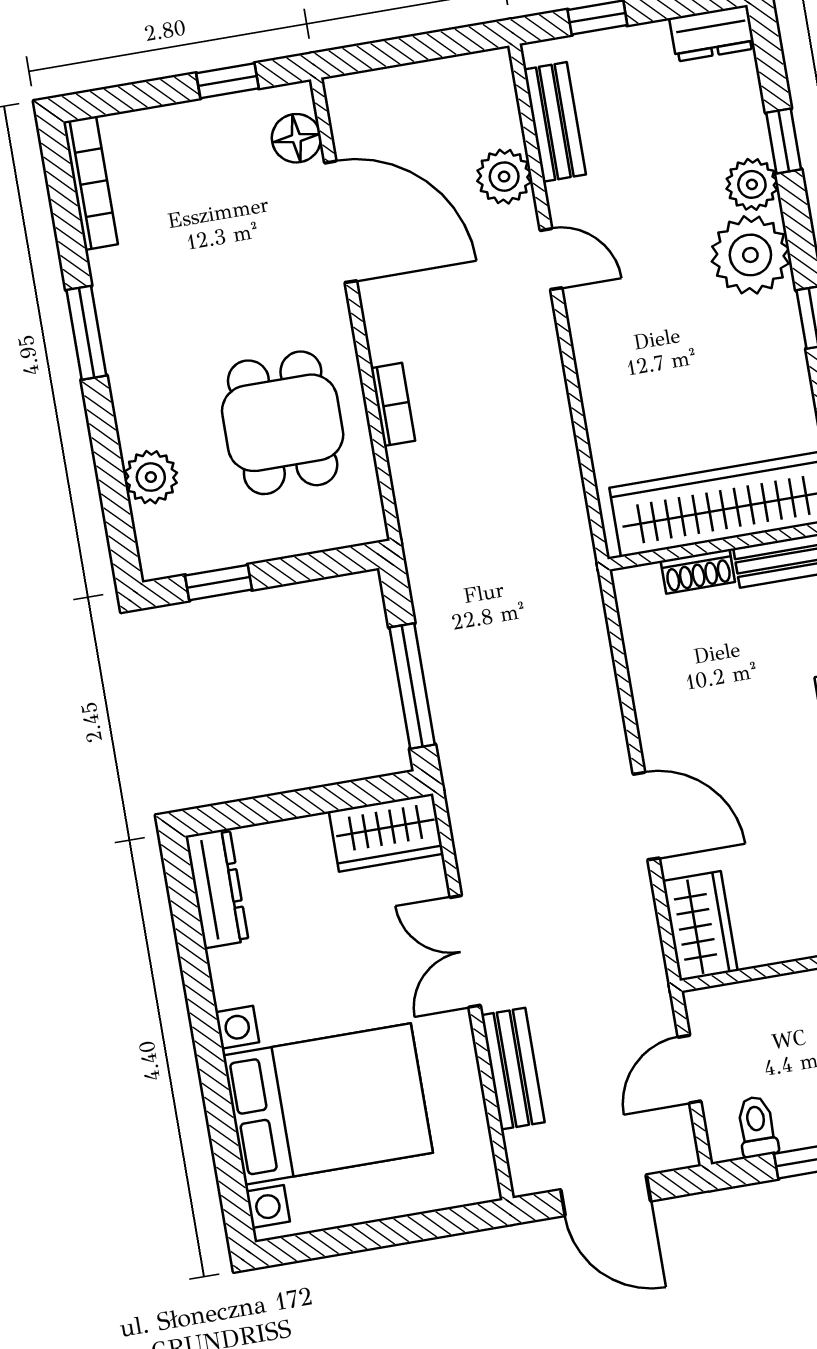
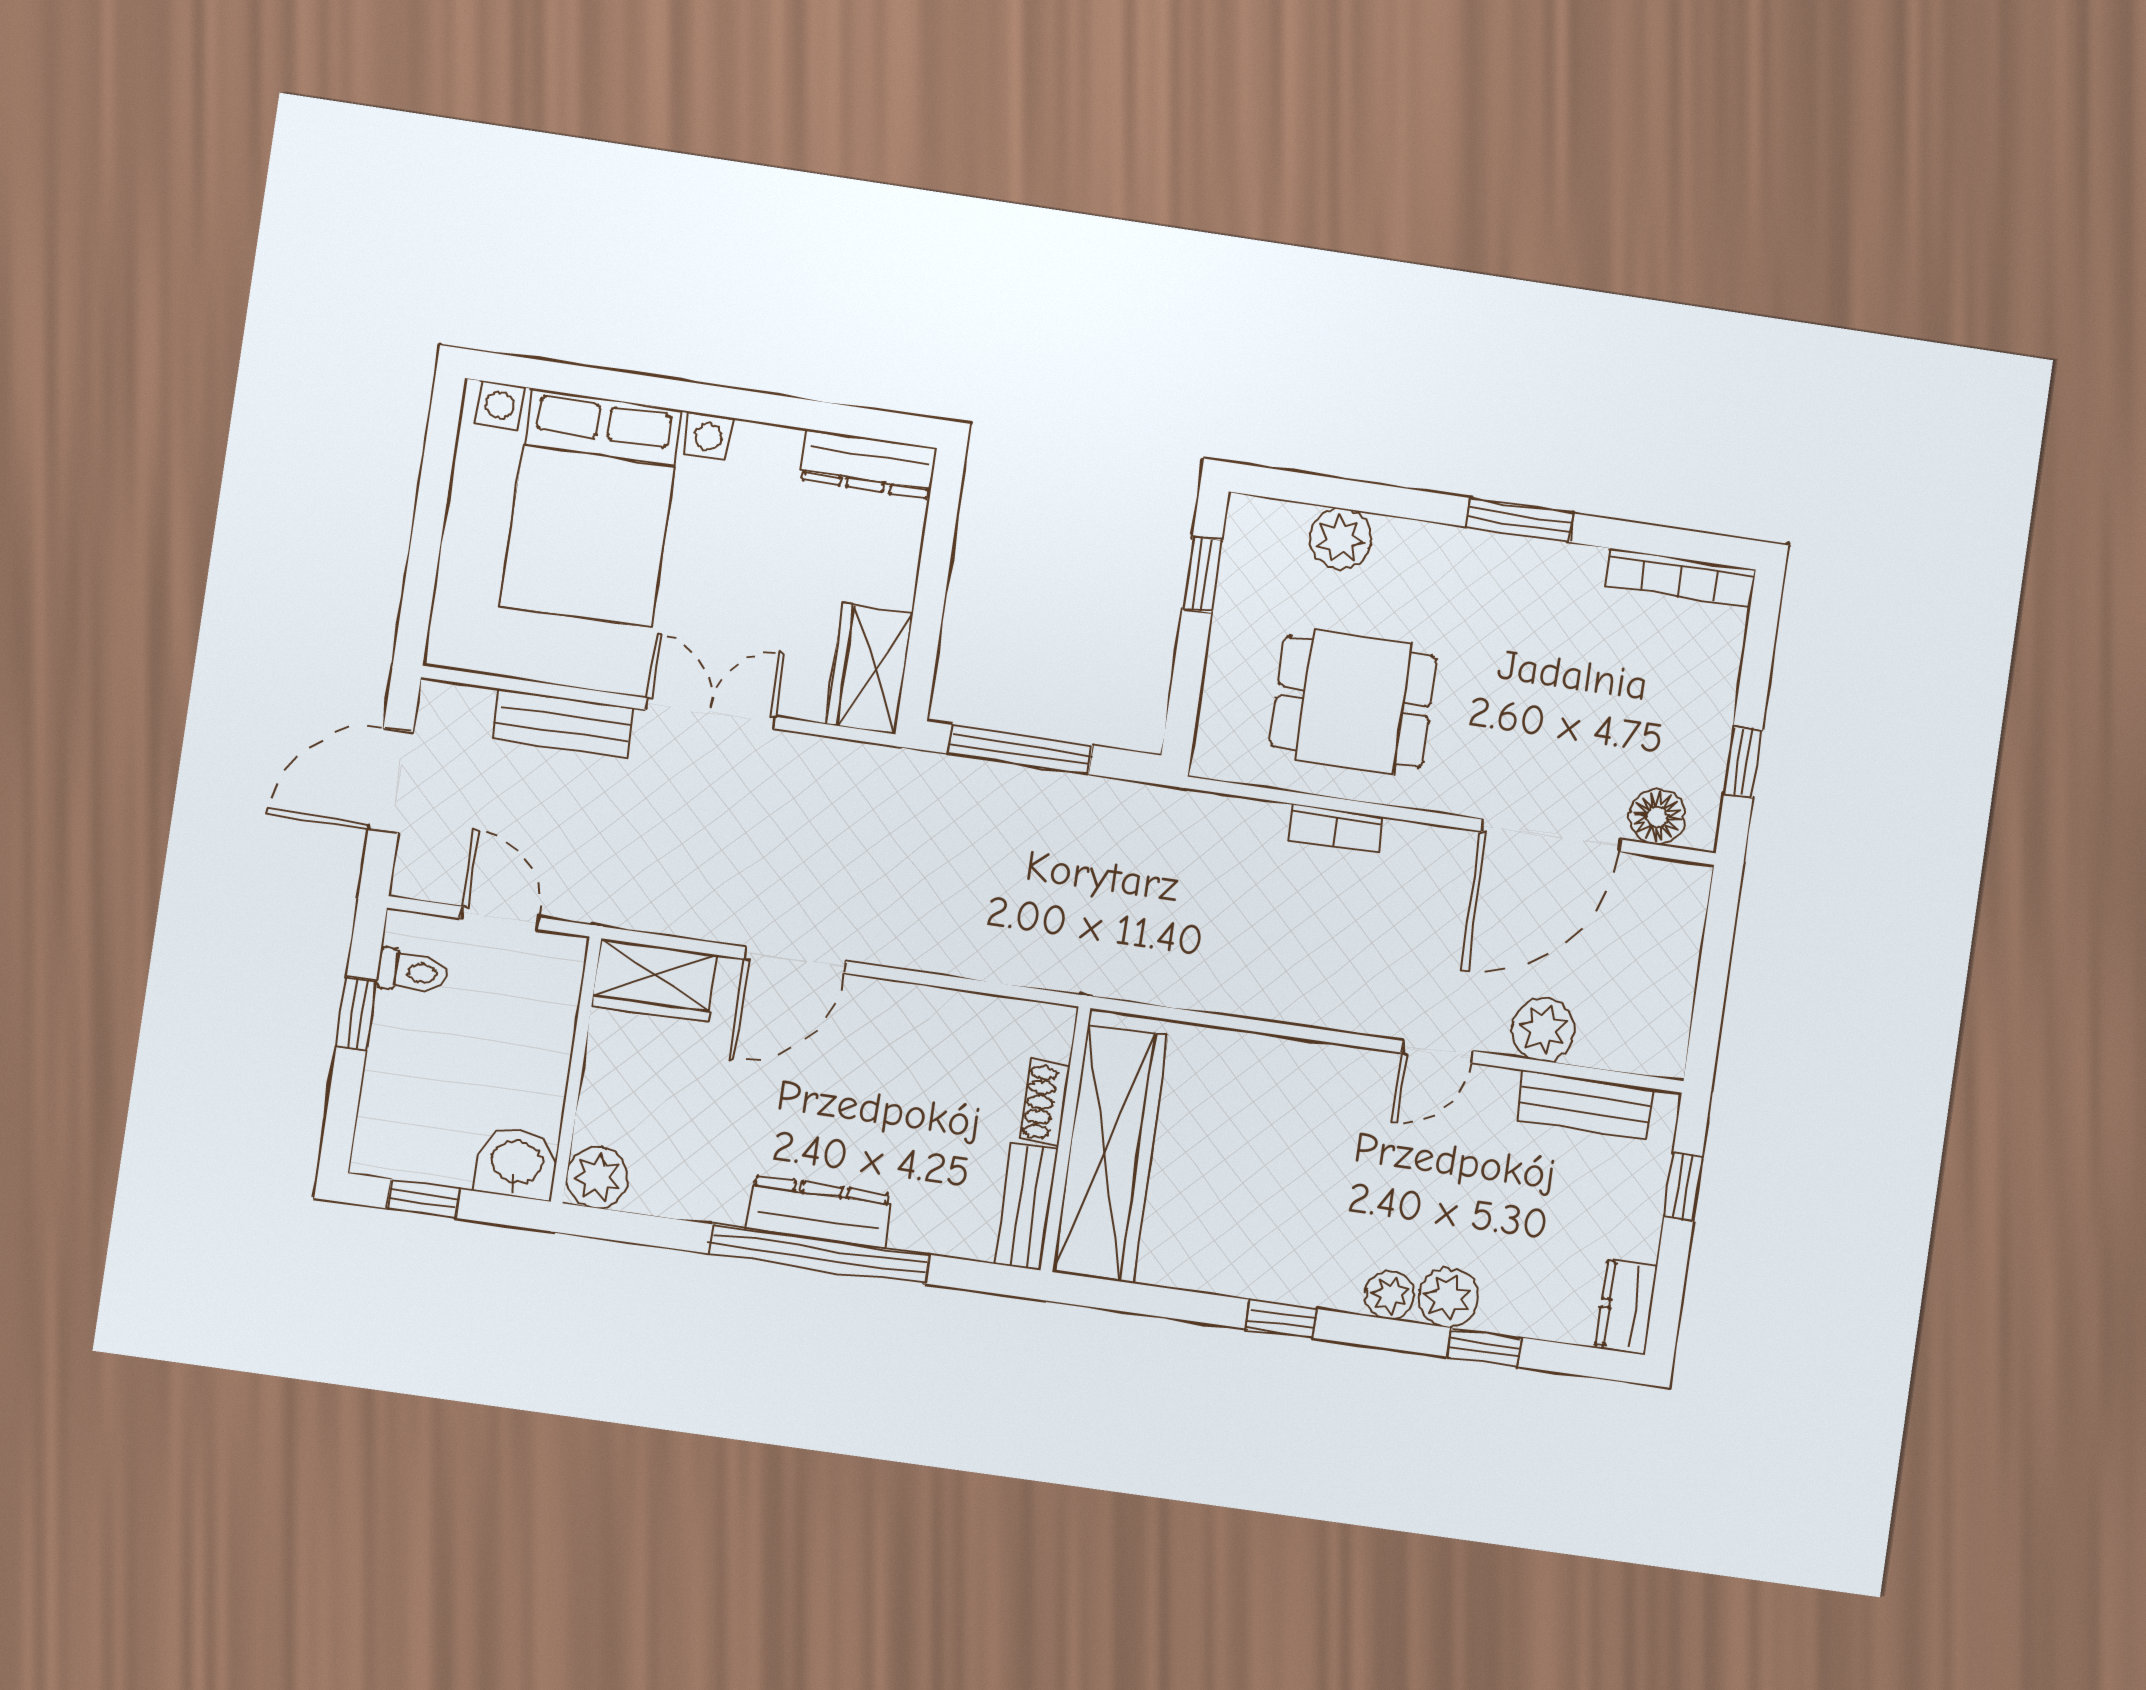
plant: (750, 255) -> (1390, 1295), width x0.53, depth x0.53

